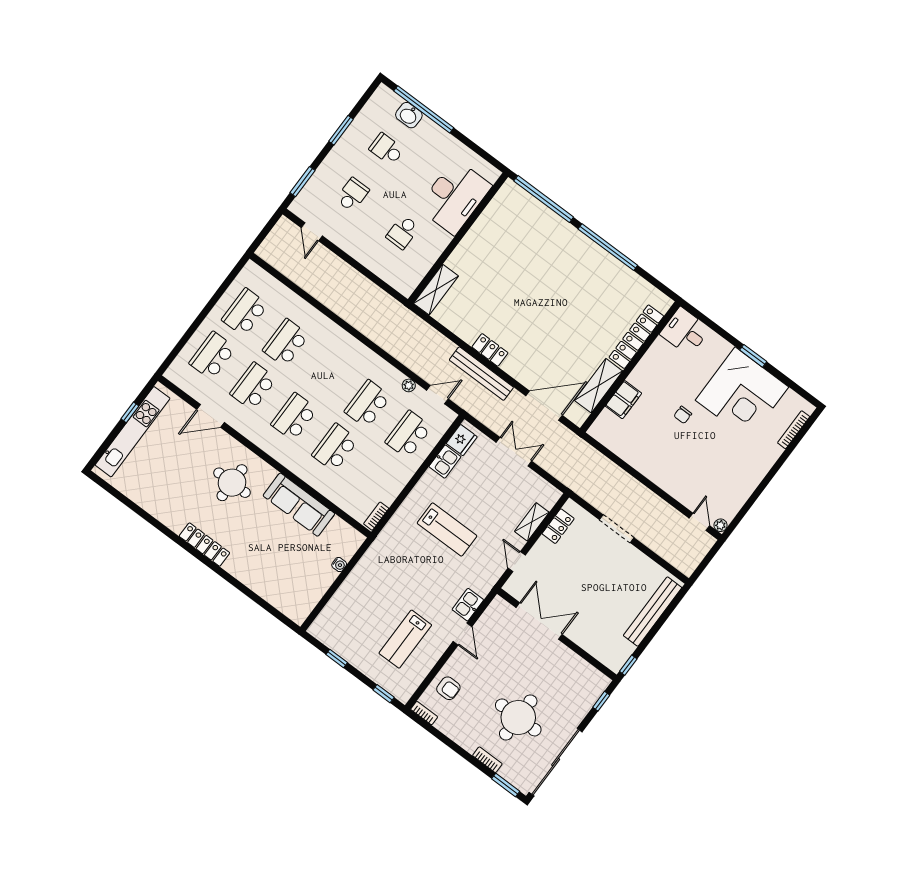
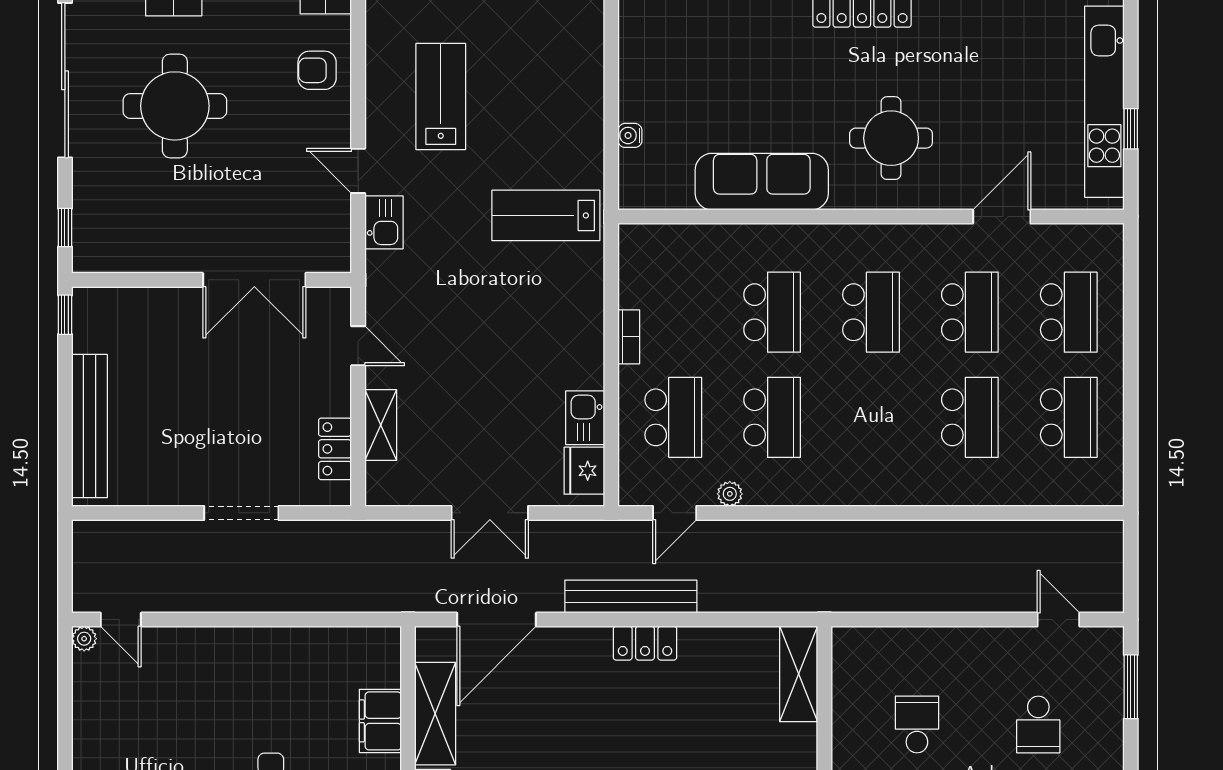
bookcase: (376, 516) -> (629, 337), moved
lab bench: (447, 530) -> (546, 215), moved

